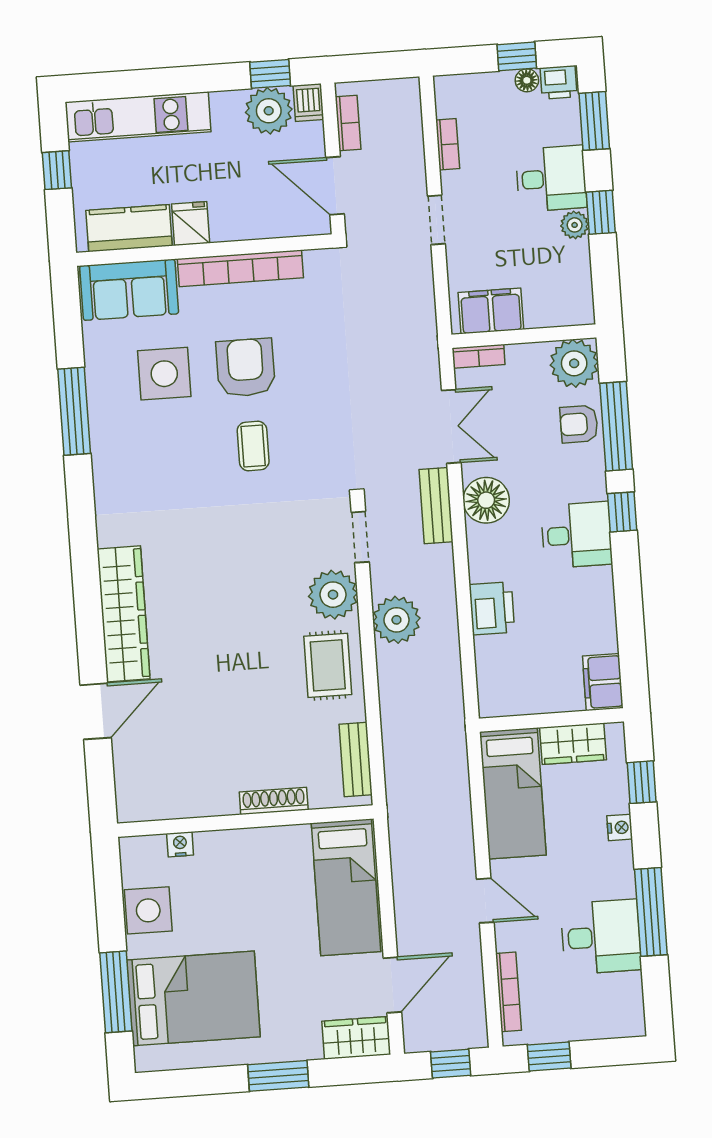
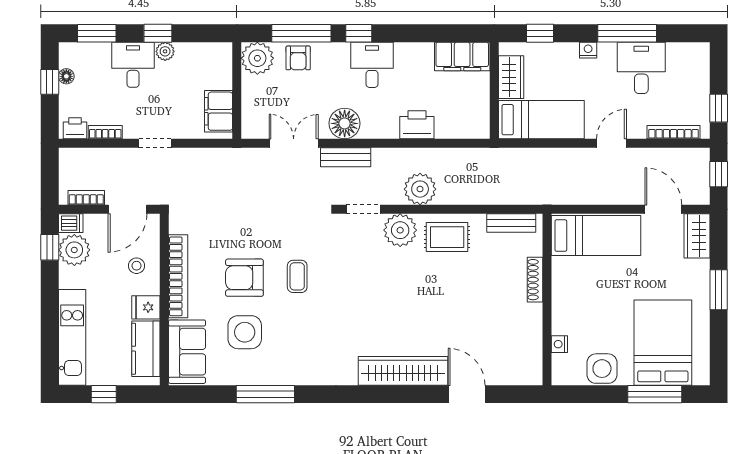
printer: (559, 82) -> (75, 128), moved, turned -90
stool: (252, 205) -> (136, 266), added
bookcase: (479, 356) -> (248, 122), removed
coffee table: (253, 446) -> (297, 276), turned 90
filing cabinet: (603, 682) -> (462, 56), width x1.50, depth x1.17
nightstand: (620, 827) -> (588, 50), moved

